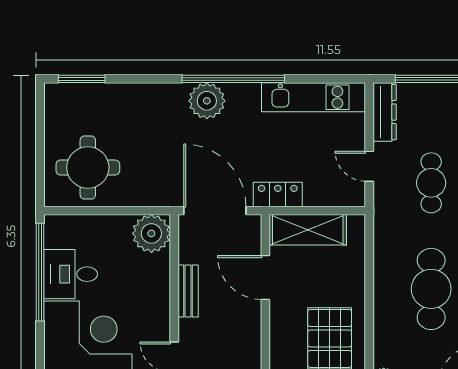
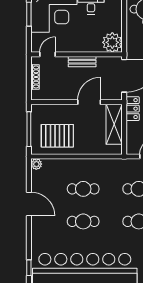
cafe table: (431, 289) -> (83, 189), width x0.73, depth x0.74

